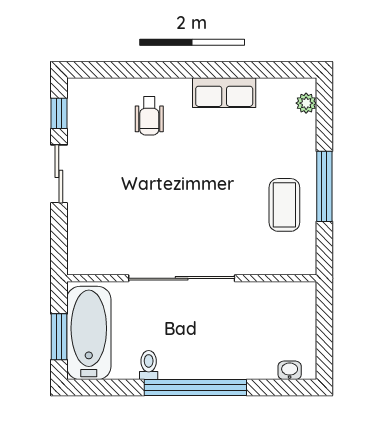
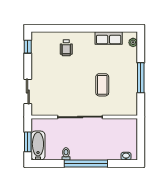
row of seats: (224, 93) -> (109, 38), moved
sliding door: (59, 174) -> (28, 91), moved
coffee table: (284, 205) -> (102, 85), moved
bathtub: (89, 333) -> (38, 146), width x0.73, depth x0.73

